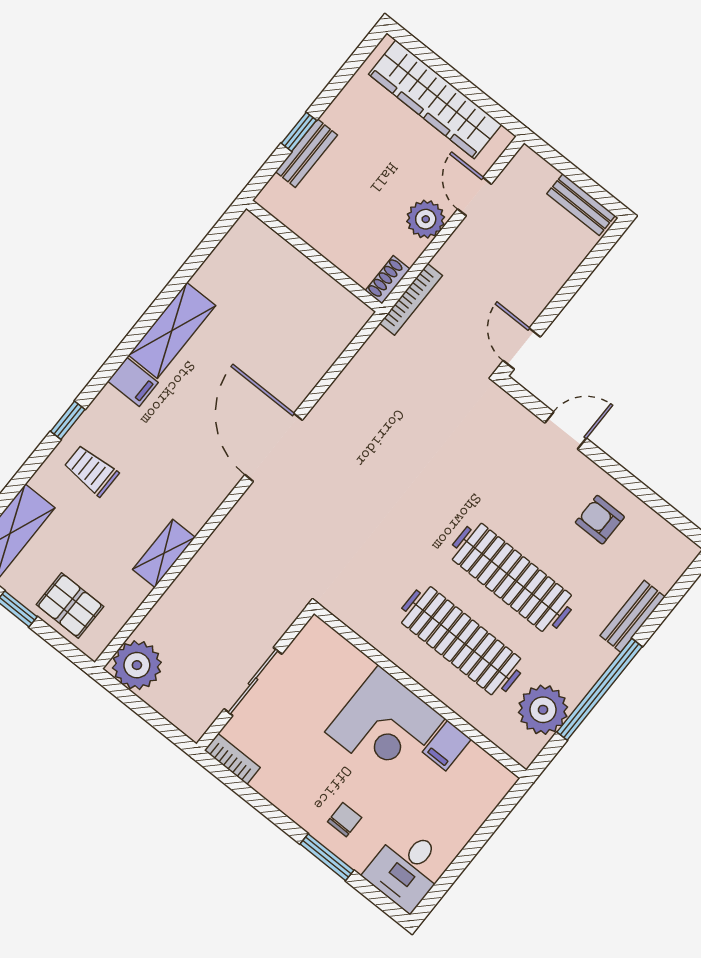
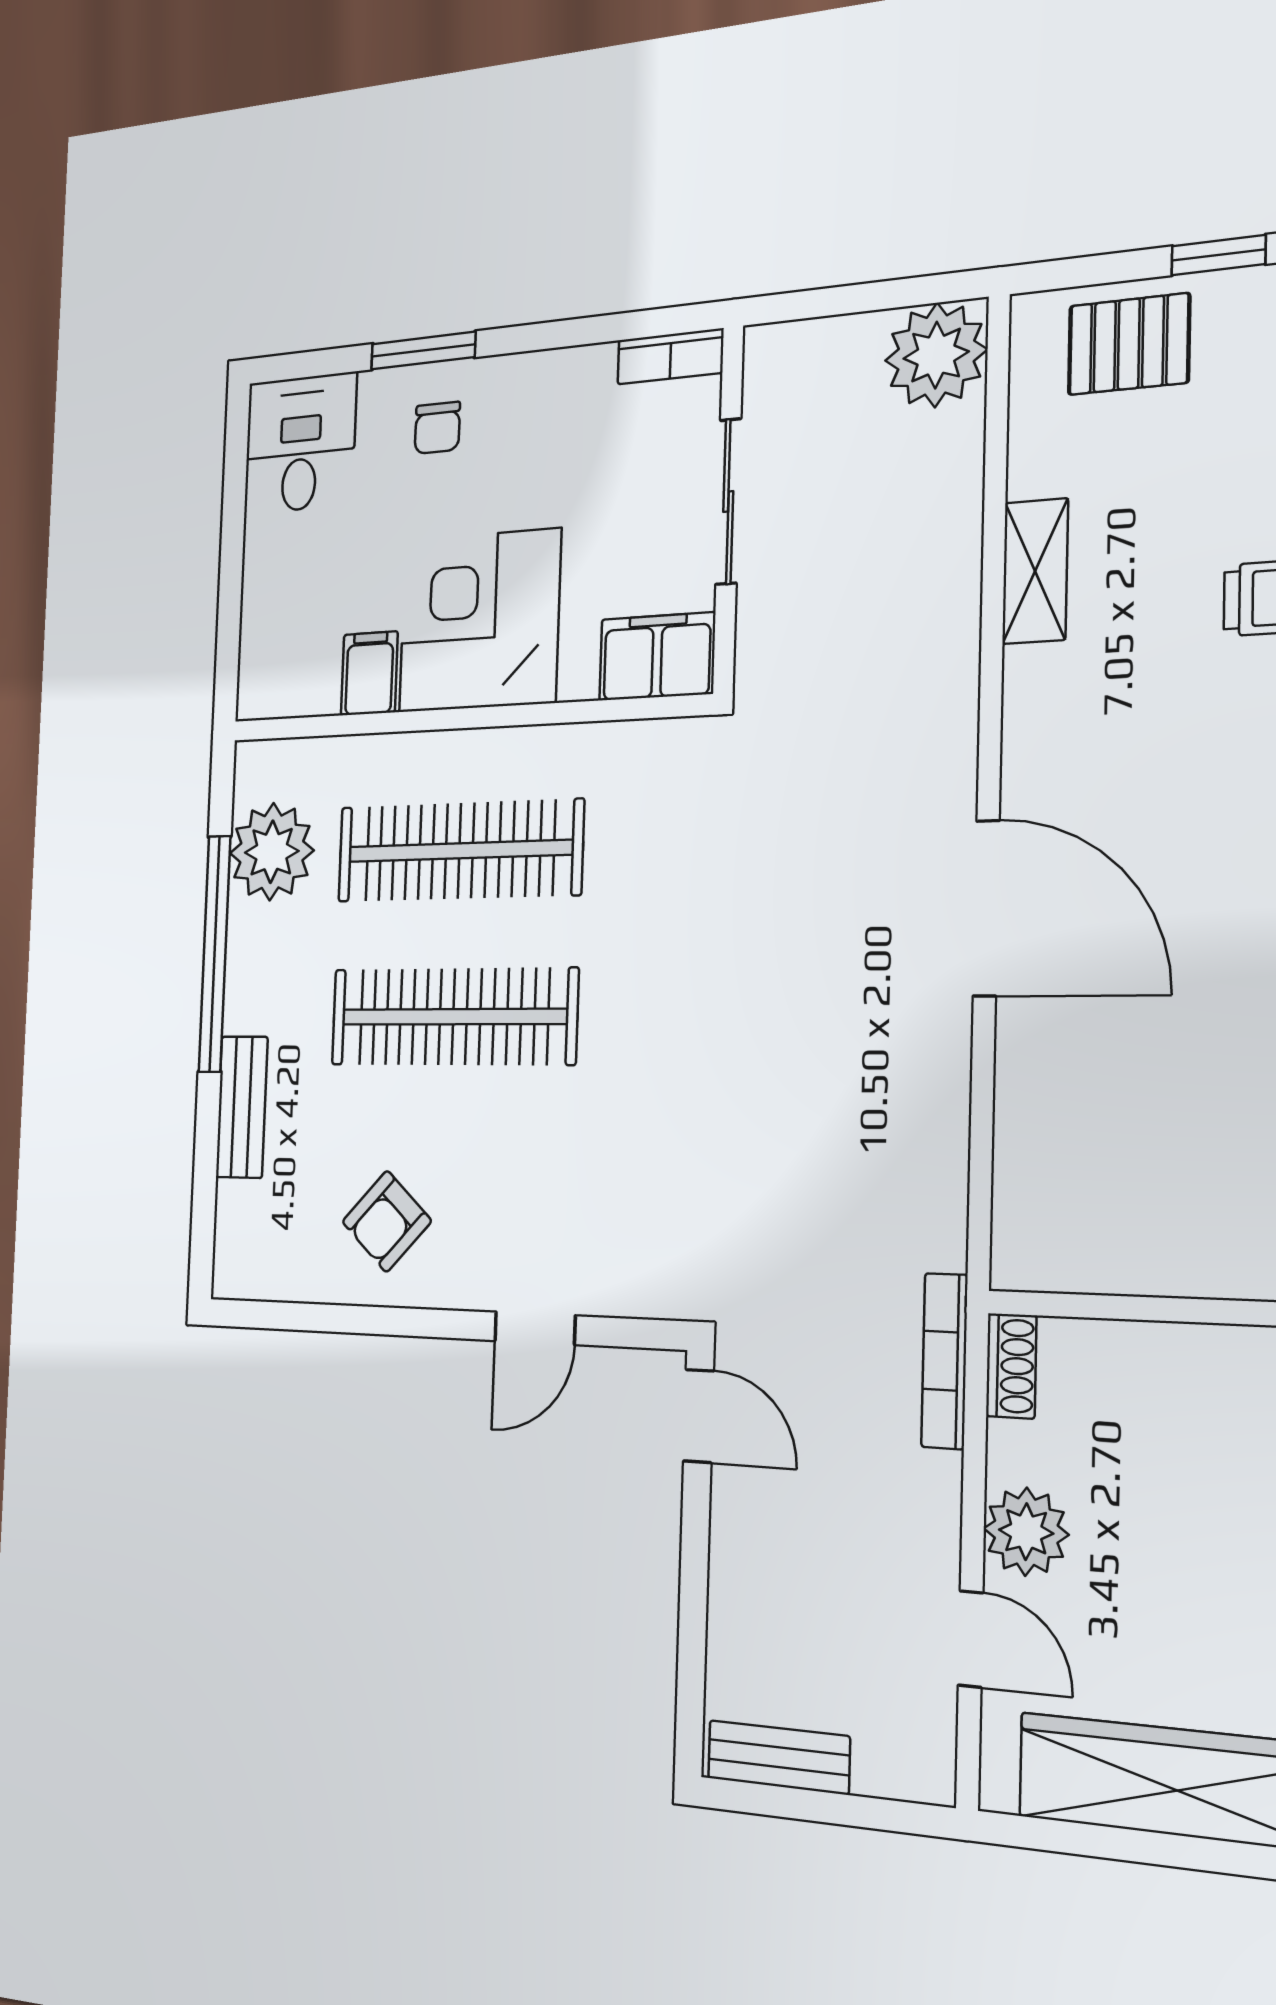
armchair: (600, 520) -> (387, 1221), turned 133
filing cabinet: (325, 647) -> (657, 656), added

